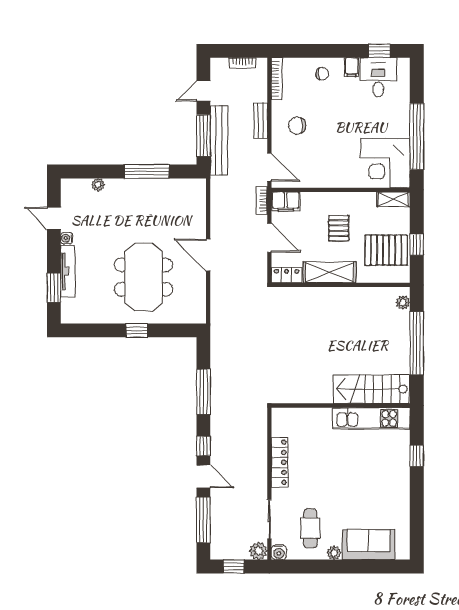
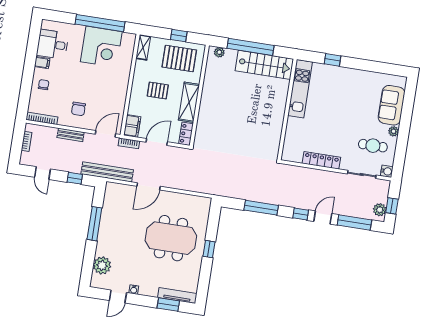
window: (379, 51) -> (33, 41), removed
window: (203, 135) -> (75, 178), width x0.46
bench: (219, 140) -> (107, 172), moved
corner desk: (385, 163) -> (101, 47), moved
plant: (98, 185) -> (102, 265), width x1.87, depth x1.87
pallet: (386, 250) -> (179, 59), turned 90
door: (208, 255) -> (149, 186), moved
tv unit: (68, 271) -> (177, 296), moved
stairs: (371, 389) -> (264, 65), moved, turned -90
plant: (258, 551) -> (380, 210), moved

